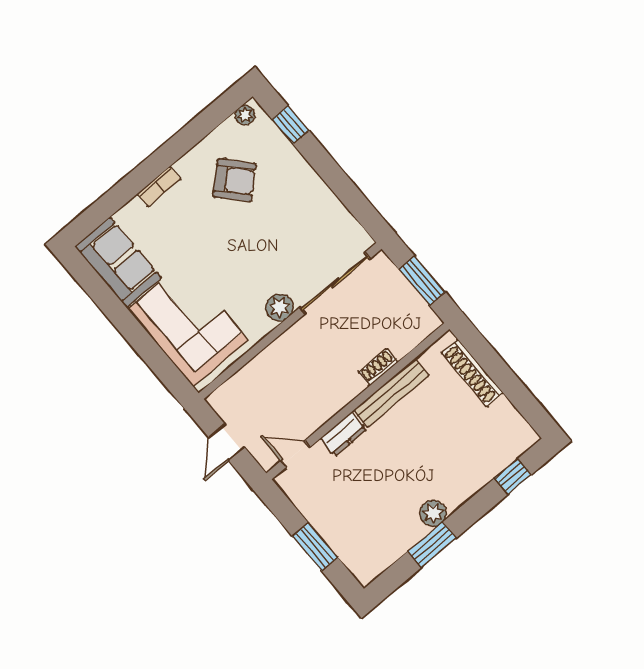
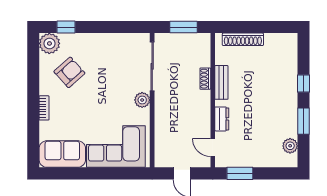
plant: (245, 115) -> (49, 43), width x1.87, depth x1.87
bench: (391, 393) -> (221, 82), width x0.73
door: (295, 454) -> (213, 148), hinge flipped
window: (513, 476) -> (304, 84), moved
plant: (433, 513) -> (290, 146), moved
window: (315, 547) -> (240, 173), moved

